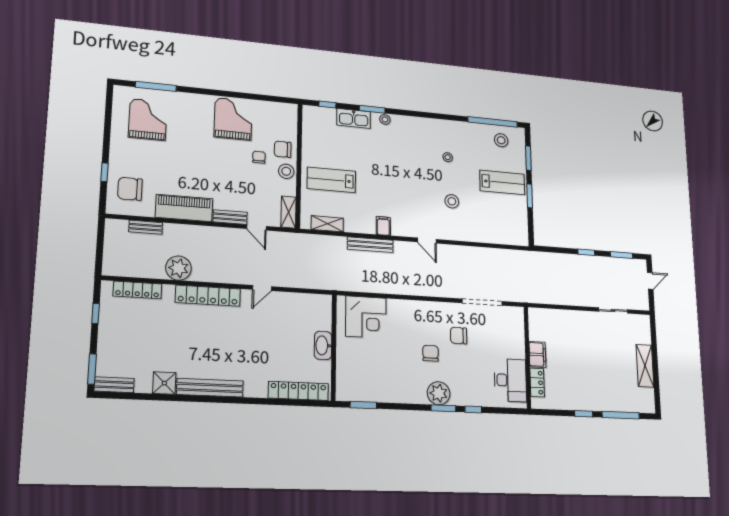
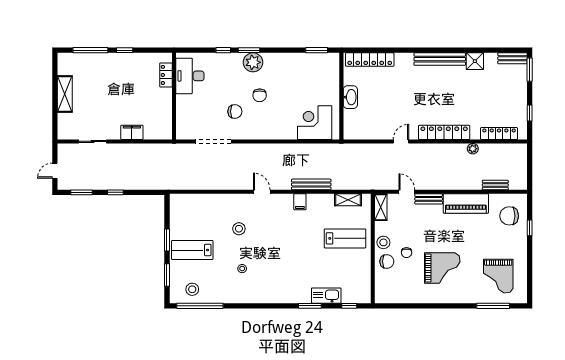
grand piano: (233, 119) -> (442, 268), moved, turned -90
stool: (385, 119) -> (298, 298), removed
chair: (130, 189) -> (509, 216), turned 180
plant: (178, 268) -> (473, 149), width x0.53, depth x0.53
filing cabinet: (537, 354) -> (132, 132), moved, turned 90

